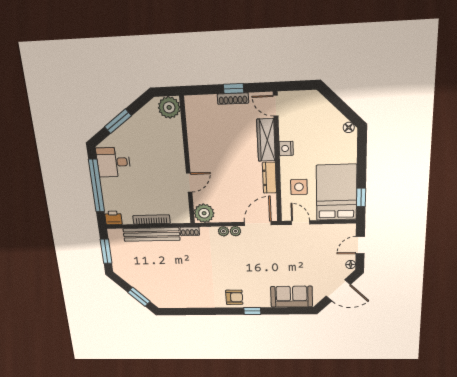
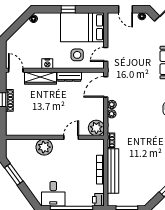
door: (276, 106) -> (16, 70), swing flipped
plant: (169, 107) -> (44, 147), moved
window: (118, 121) -> (14, 174), moved
door: (189, 183) -> (71, 137), hinge flipped
window: (361, 197) -> (68, 9), moved
door: (258, 224) -> (106, 87), hinge flipped

